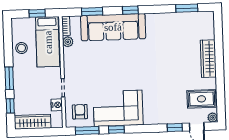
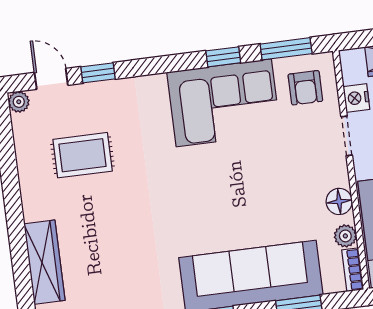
floor lamp: (69, 58) -> (339, 201), added
wardrobe: (208, 59) -> (44, 262), moved
rug: (201, 99) -> (83, 155), moved

